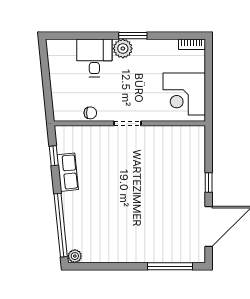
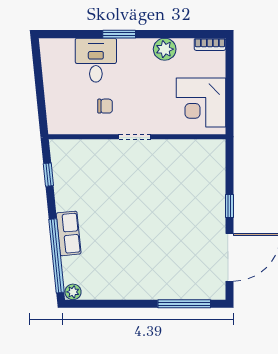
window: (133, 36) -> (119, 34), moved
plant: (123, 49) -> (165, 49), moved
chair: (90, 113) -> (105, 106), moved
row of seats: (68, 172) -> (69, 233), moved

